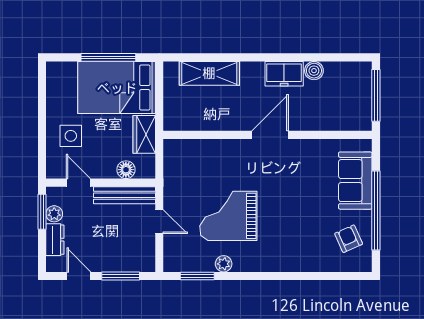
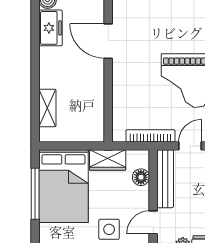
shelving: (209, 73) -> (47, 108), width x0.67, depth x0.75
bookcase: (170, 180) -> (151, 136), added

